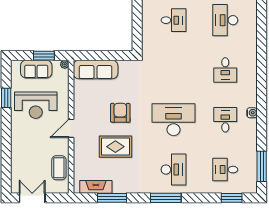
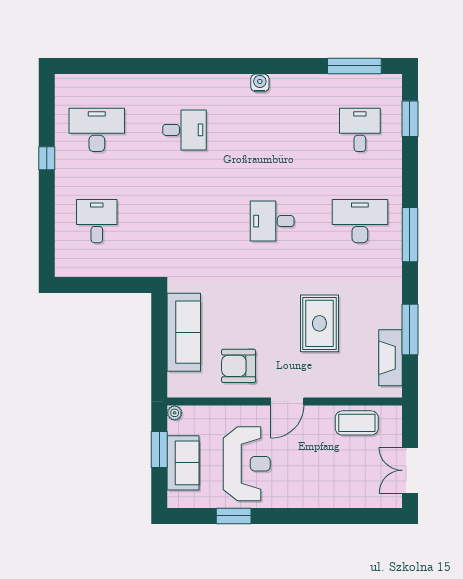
desk: (225, 20) -> (97, 130), turned 180
sofa: (96, 70) -> (184, 332), moved
armchair: (120, 113) -> (239, 366), moved
desk: (174, 120) -> (272, 221), width x0.53, depth x0.77
desk: (225, 120) -> (272, 130), removed
door: (71, 128) -> (287, 401), hinge flipped
desk: (225, 170) -> (360, 130), turned 180

